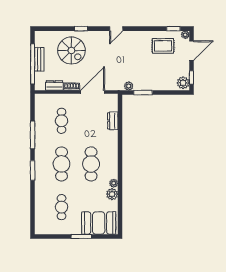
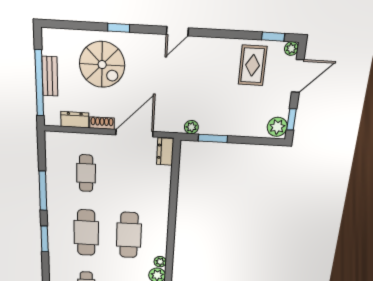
rug: (163, 46) -> (253, 65), turned 90
dresser: (113, 121) -> (165, 152), moved

